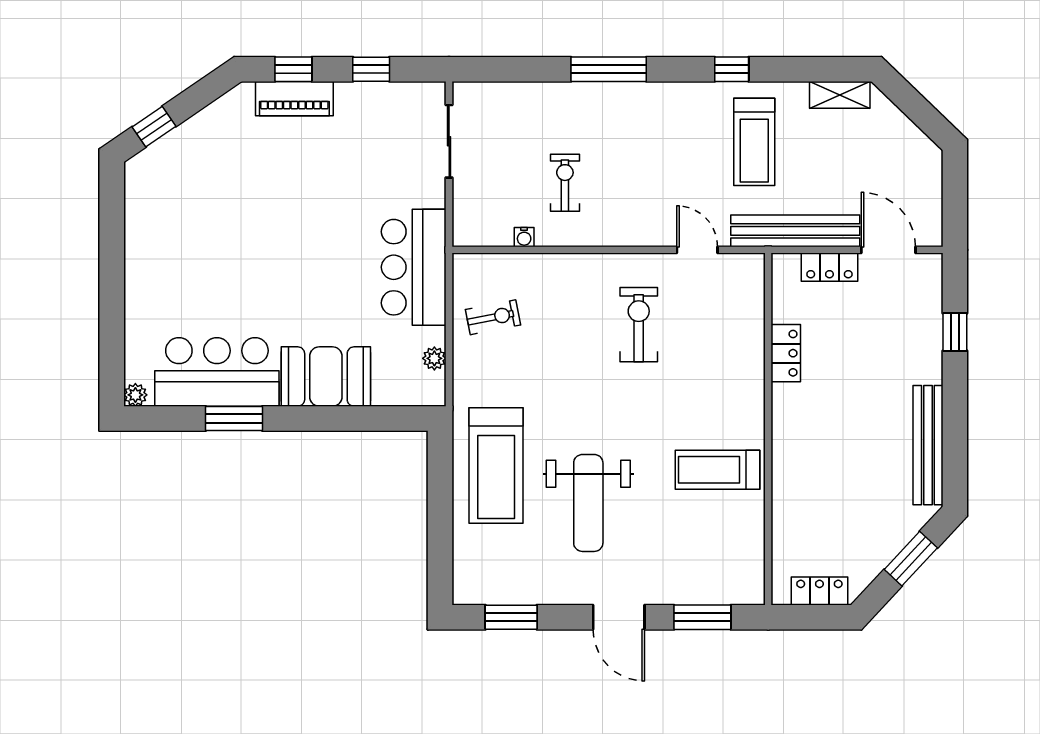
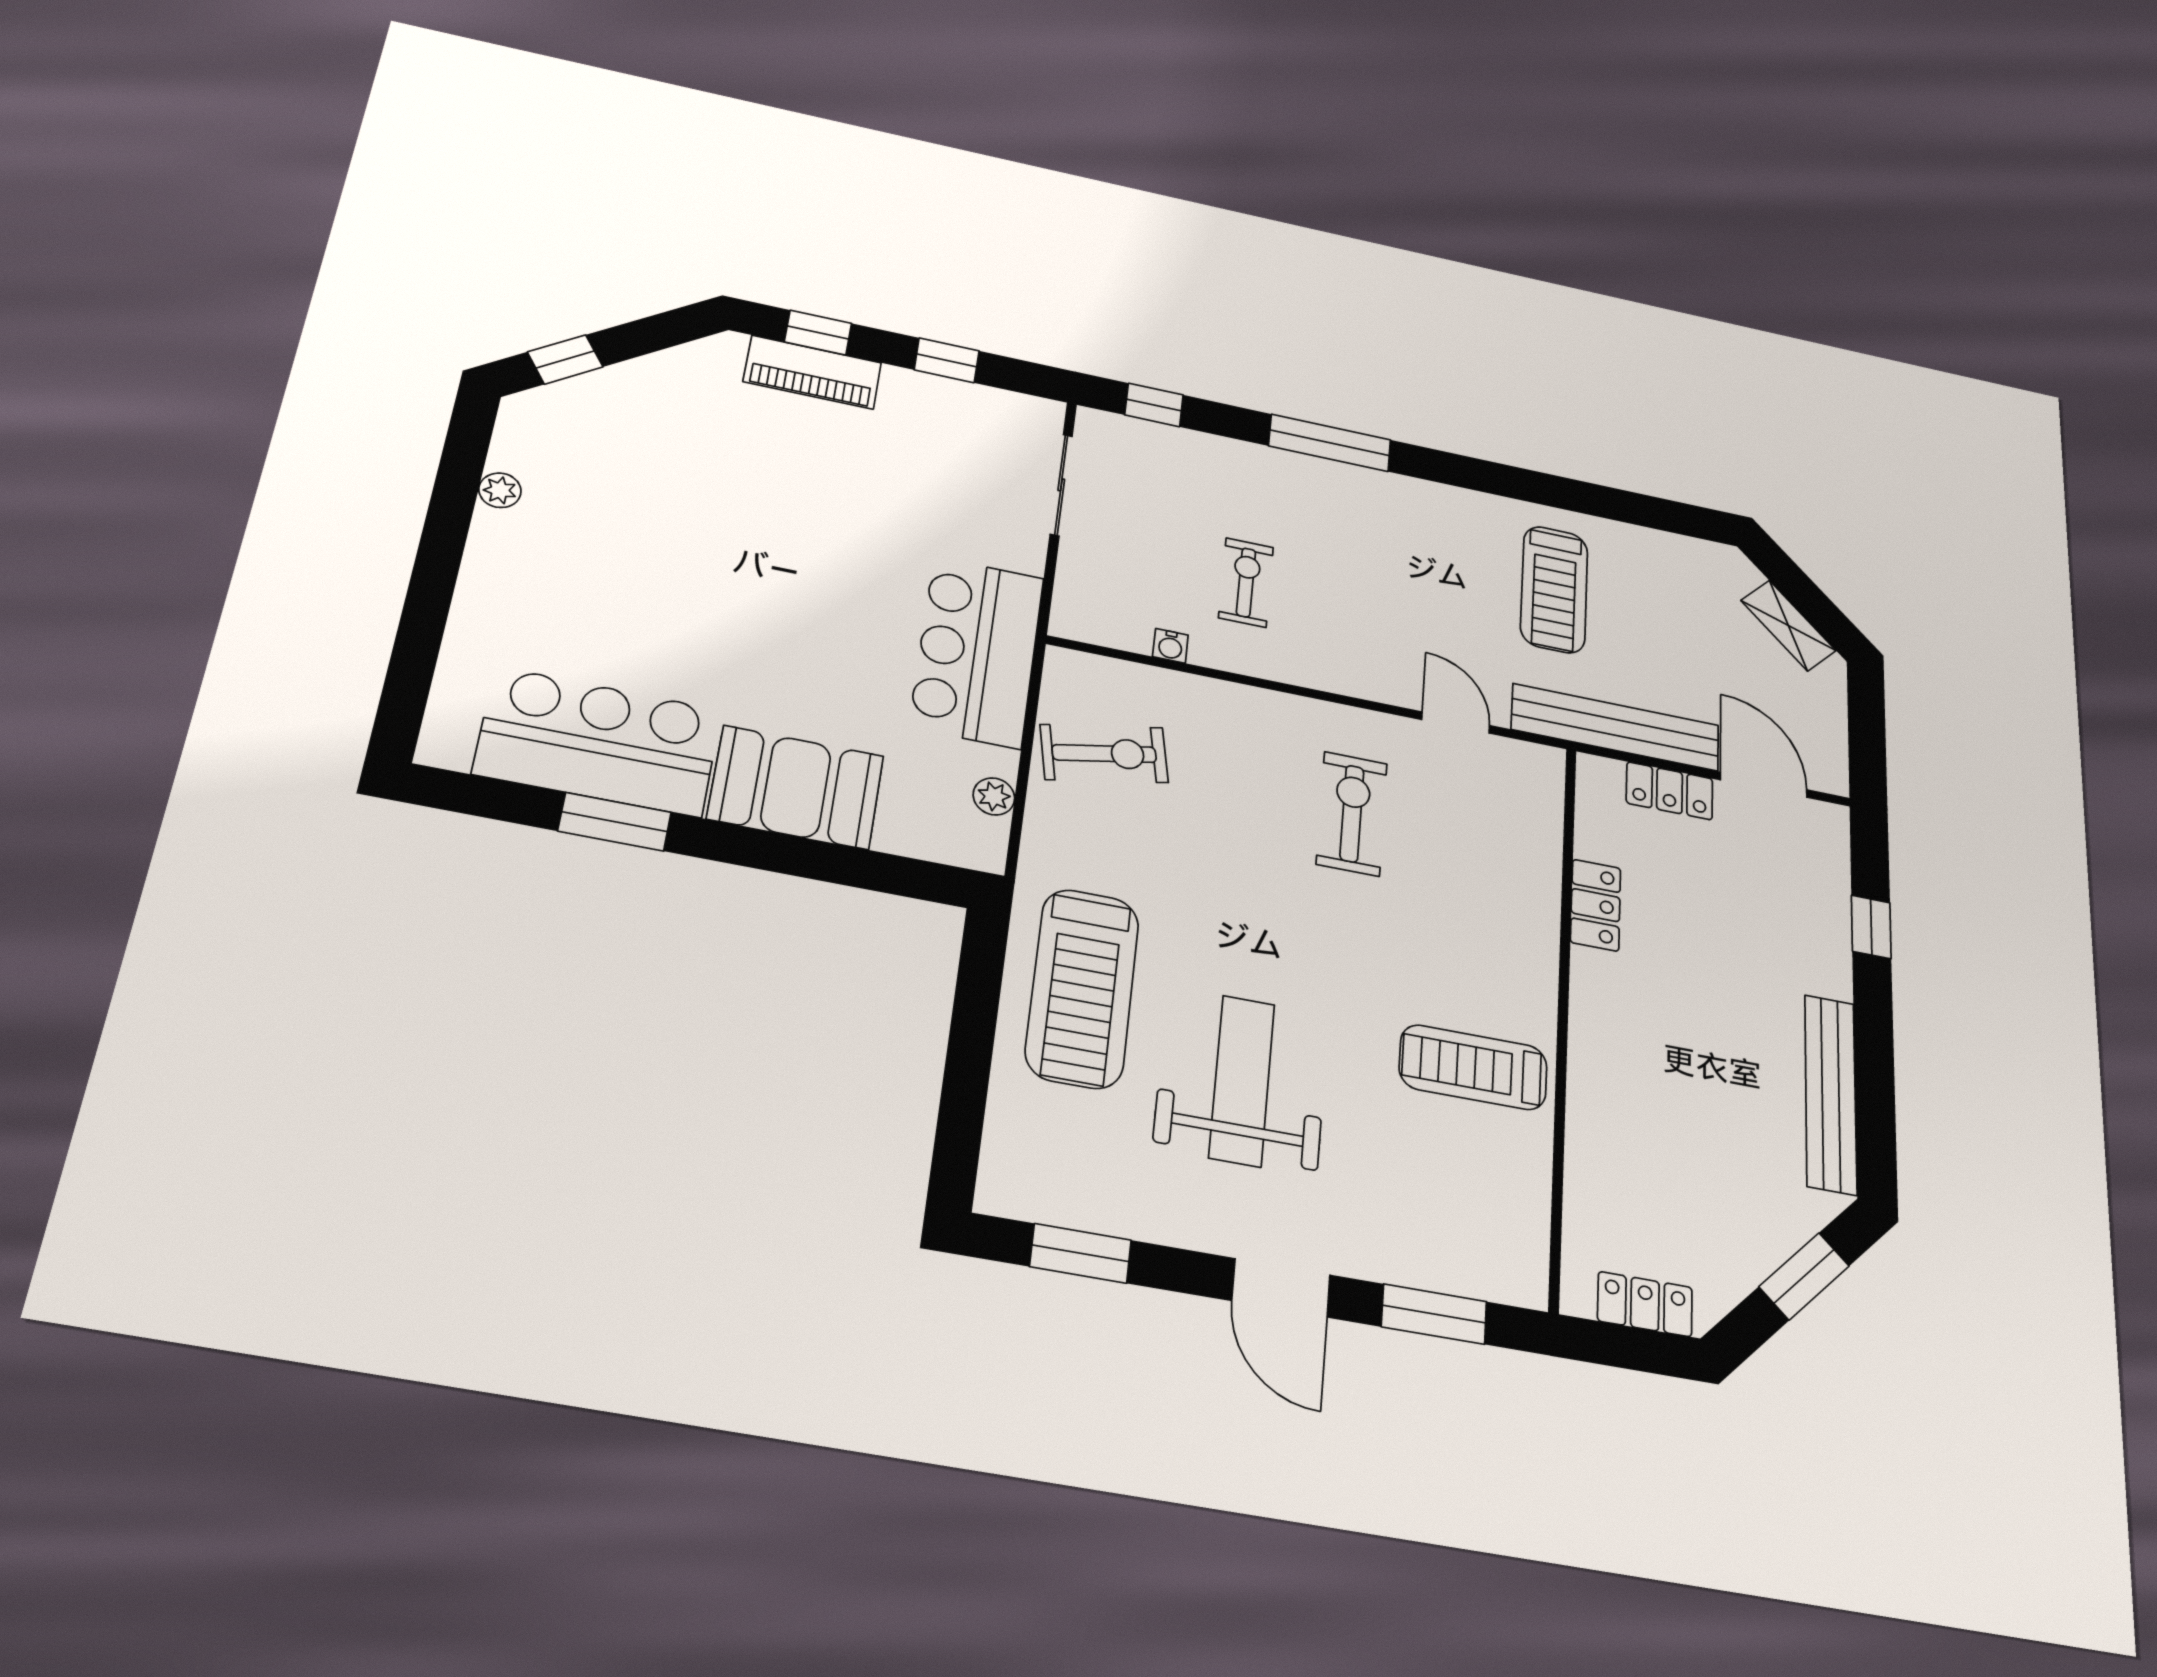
window: (732, 69) -> (1154, 405), moved
shelving: (840, 95) -> (1788, 625), moved, turned 44
exercise bike: (493, 317) -> (1104, 754), width x1.38, depth x1.39
plant: (135, 395) -> (500, 490), moved
weight bench: (588, 503) -> (1242, 1080), turned 180

